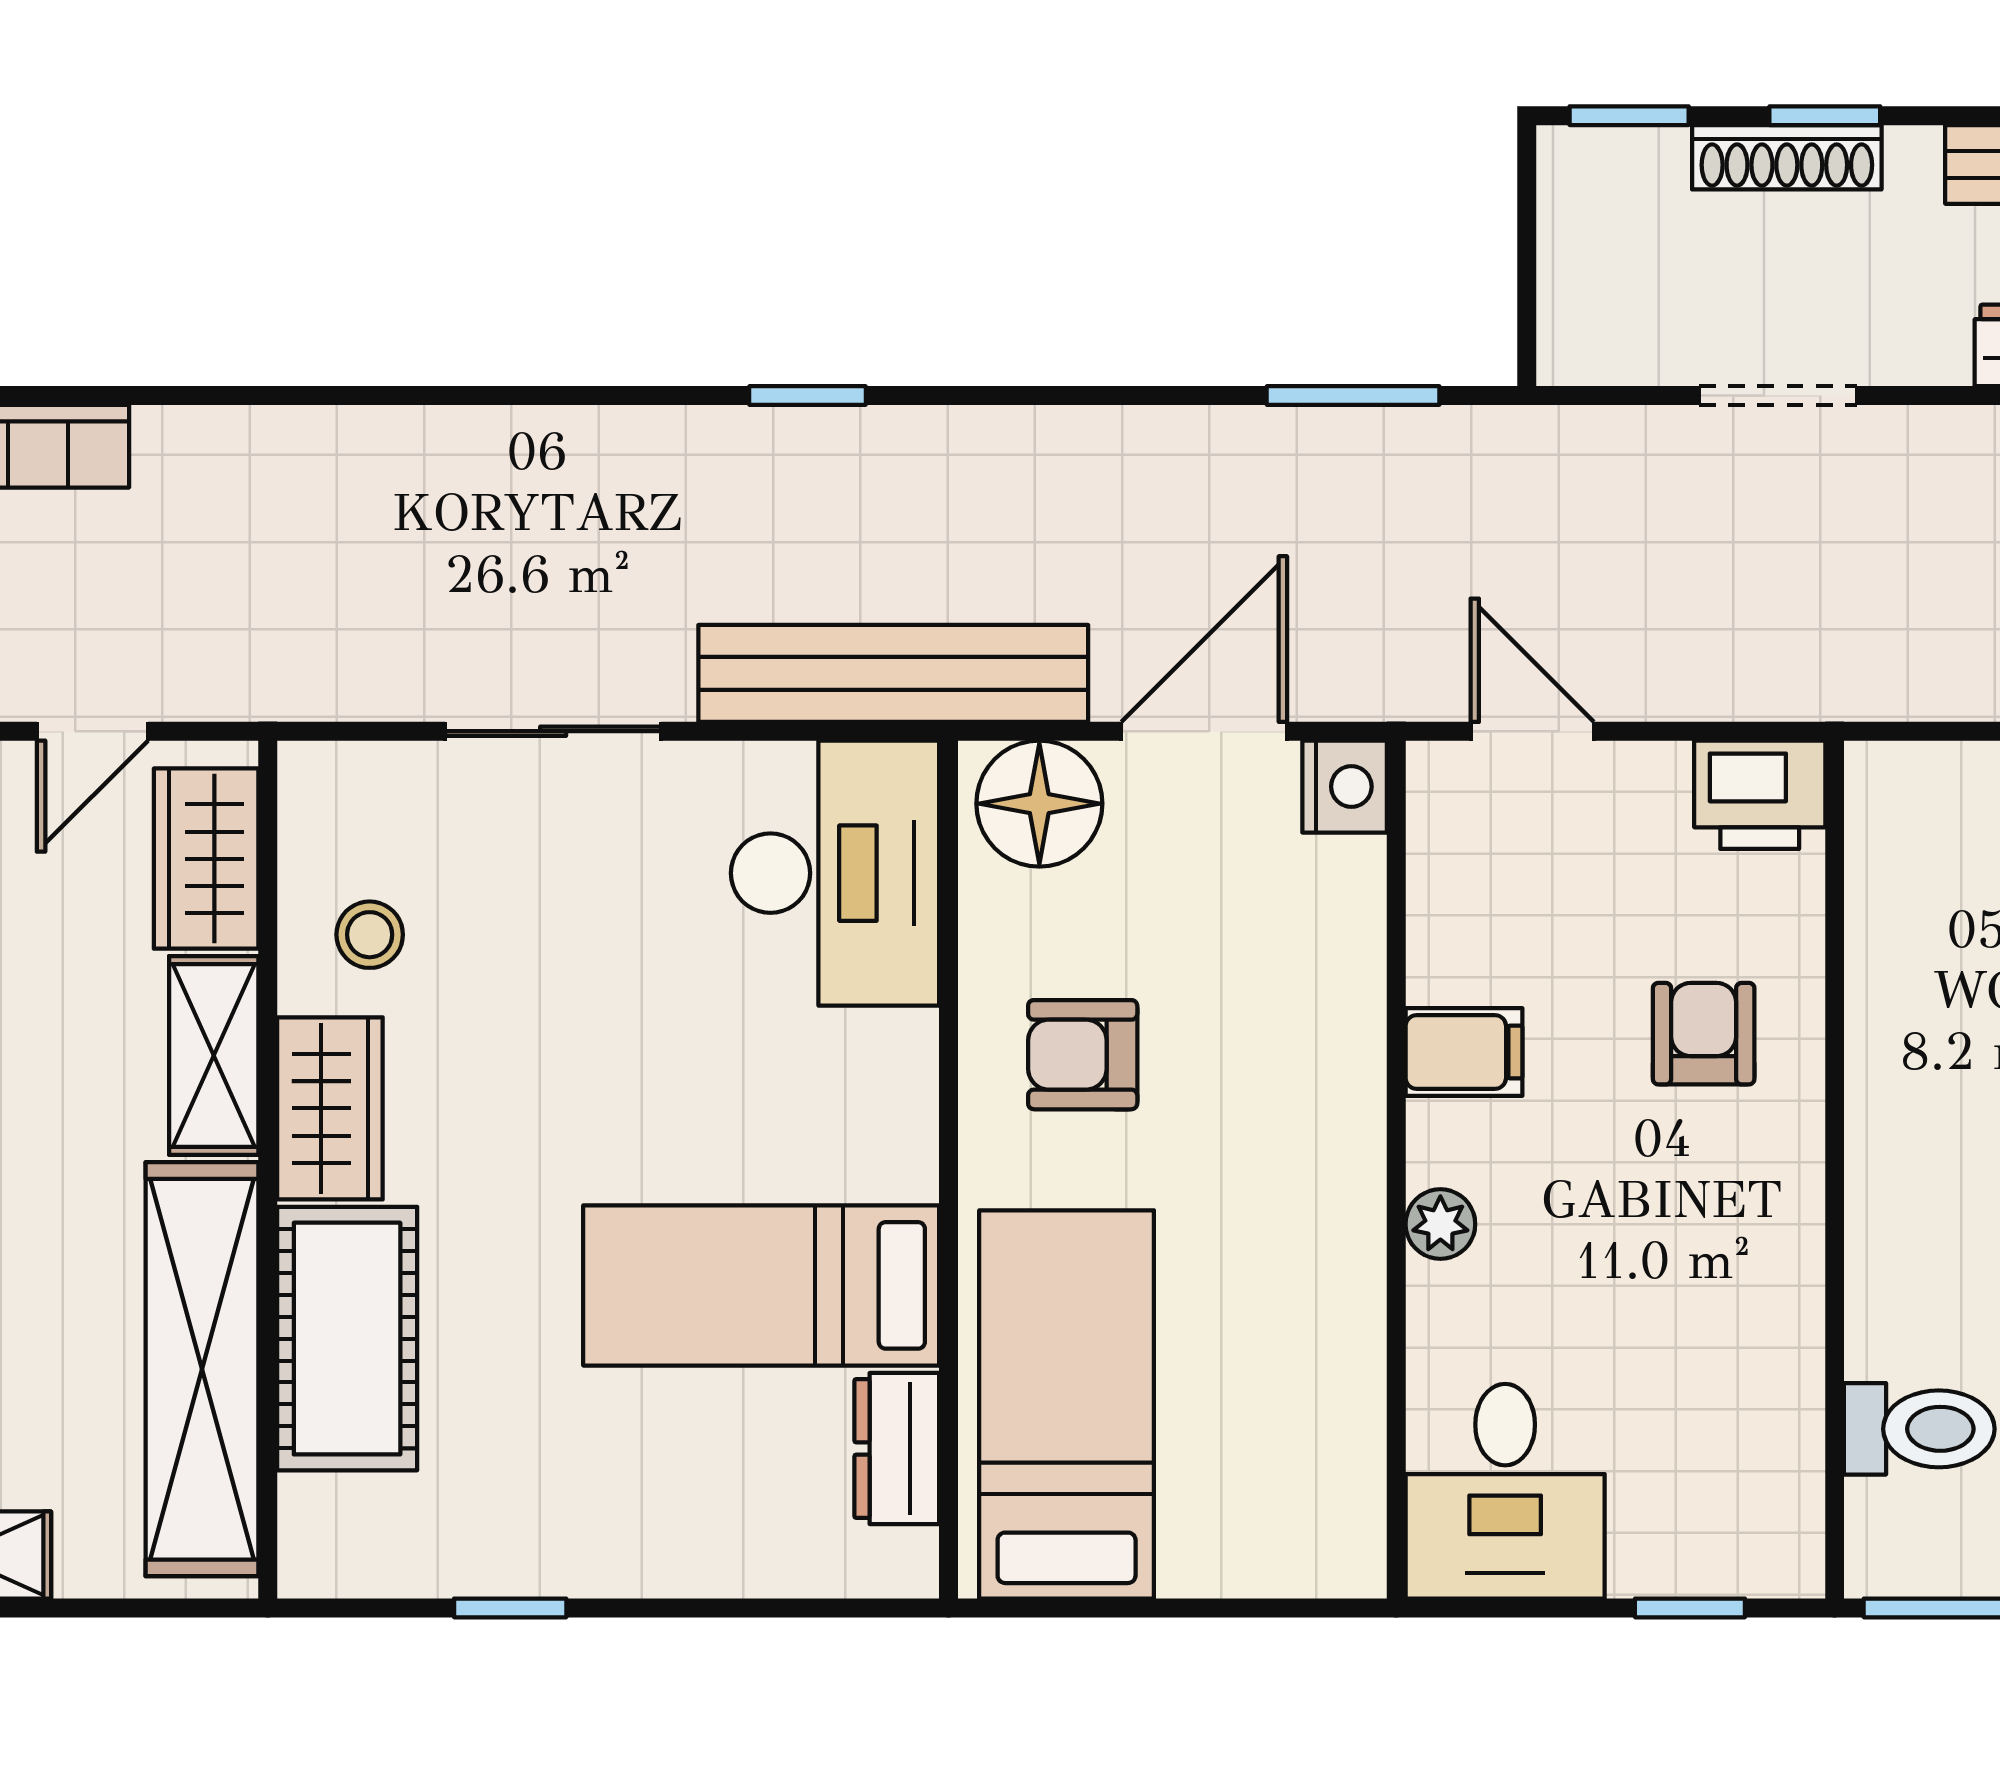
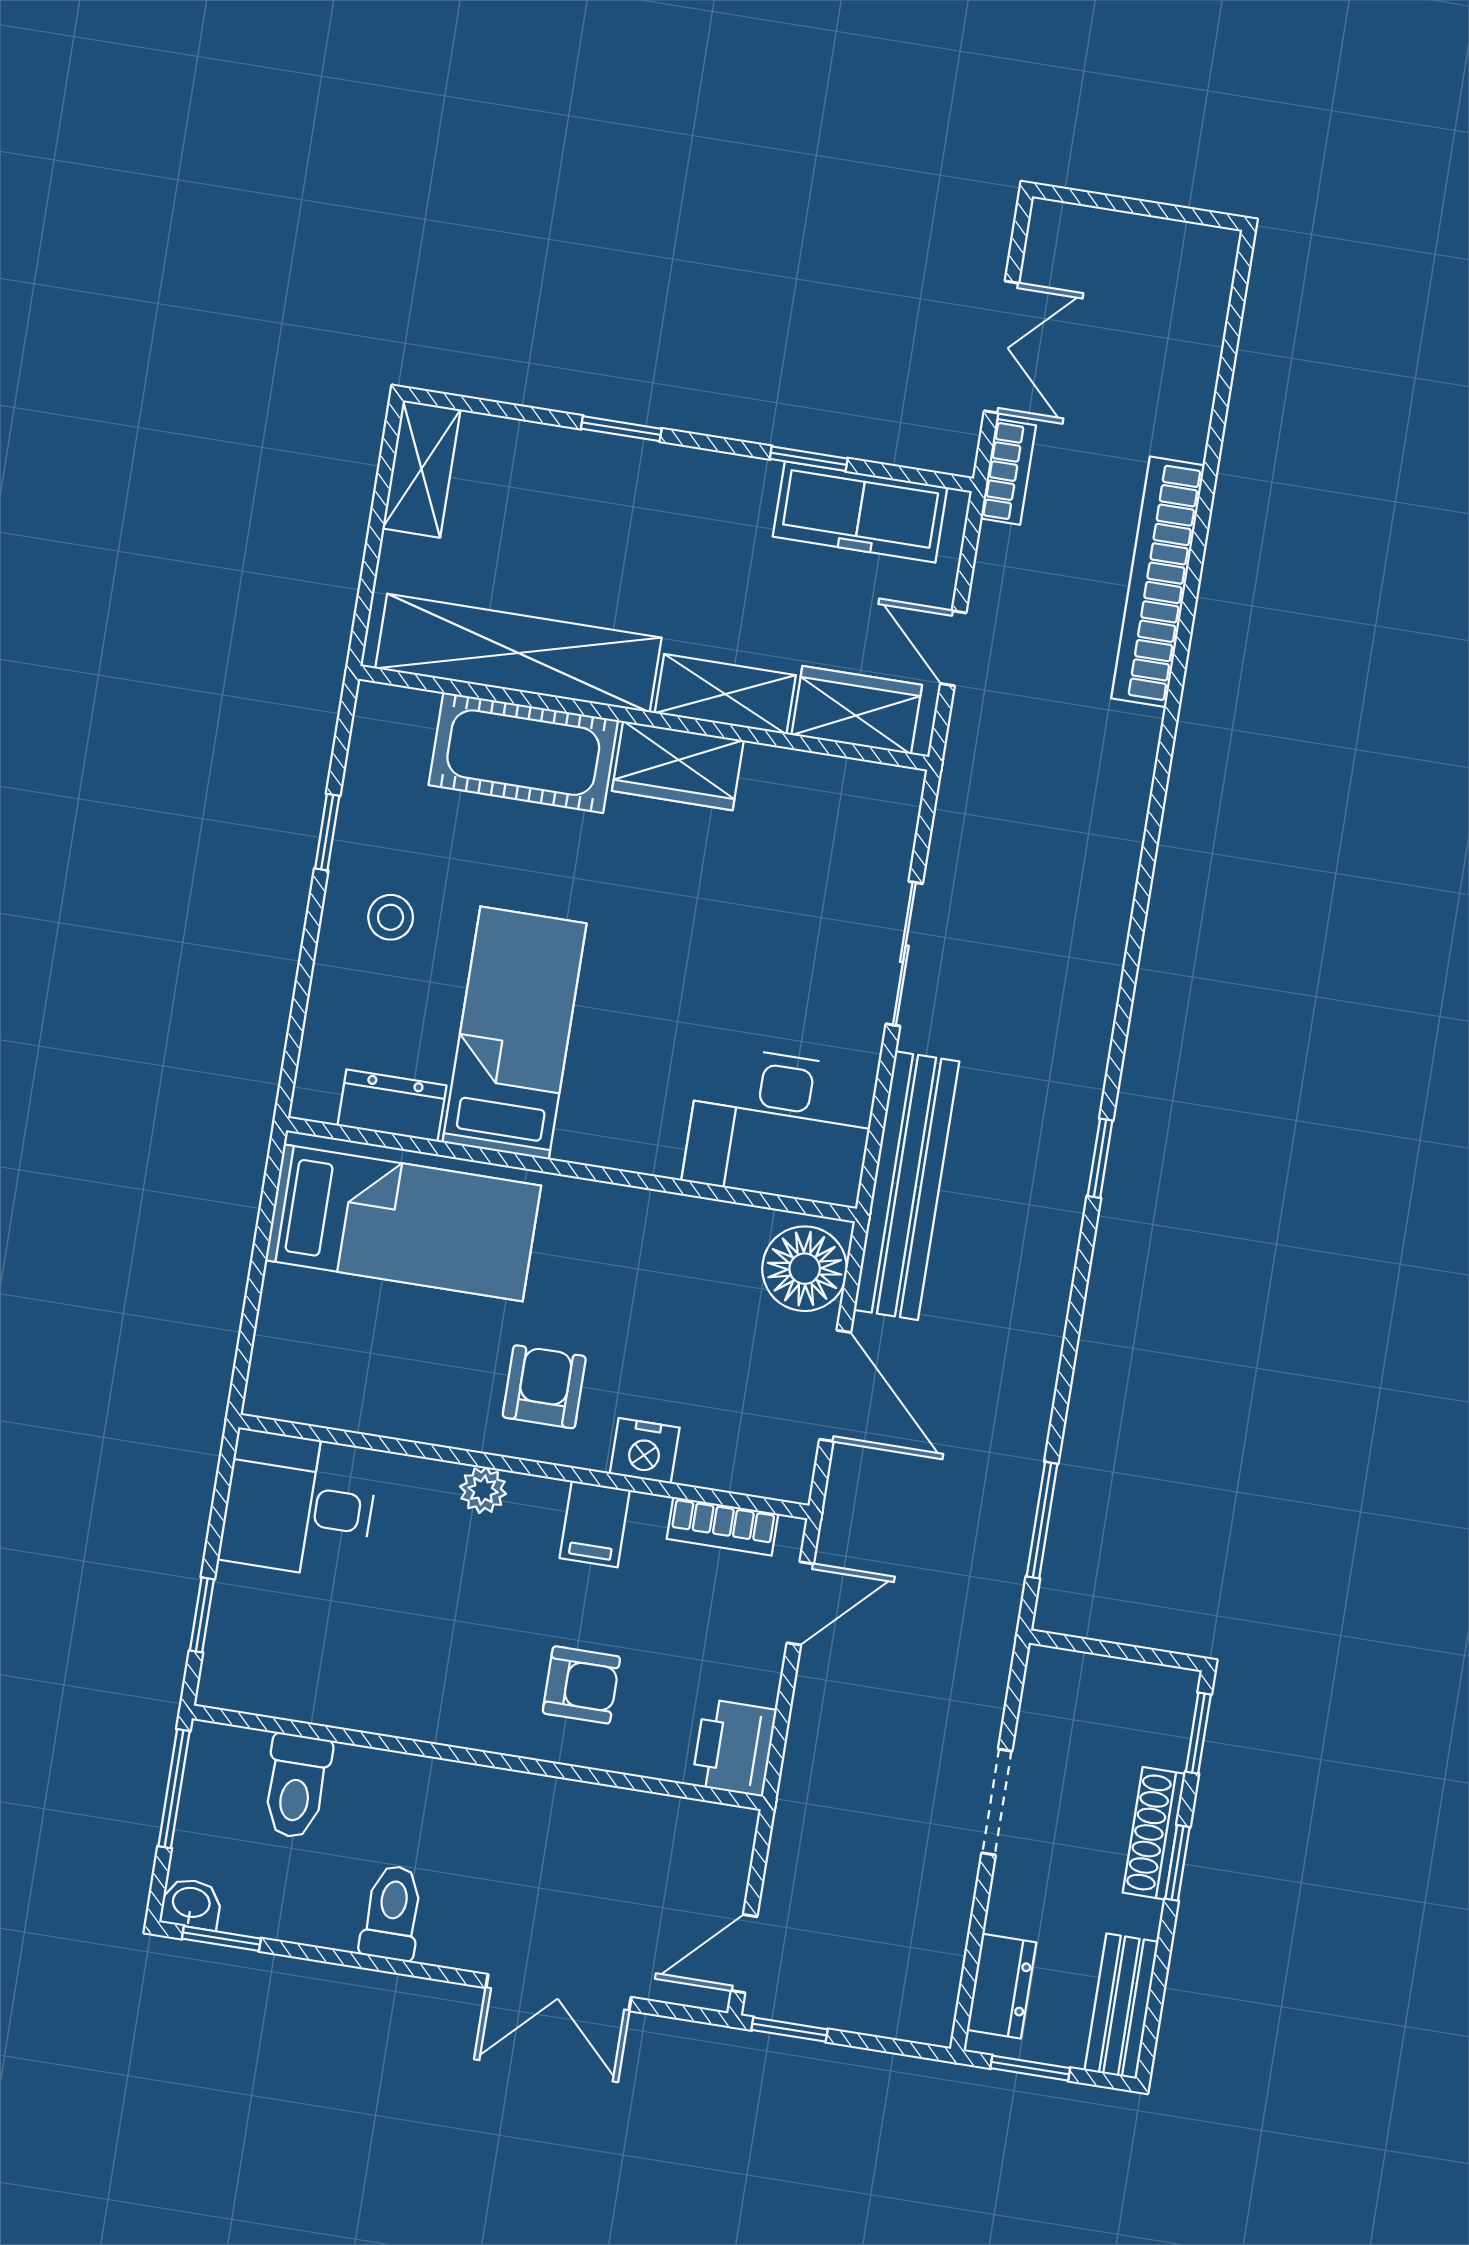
nightstand: (1345, 787) -> (645, 1451), moved
bookcase: (1437, 864) -> (722, 1526), added
stool: (370, 935) -> (391, 917), moved
armchair: (1083, 1055) -> (544, 1387), moved

